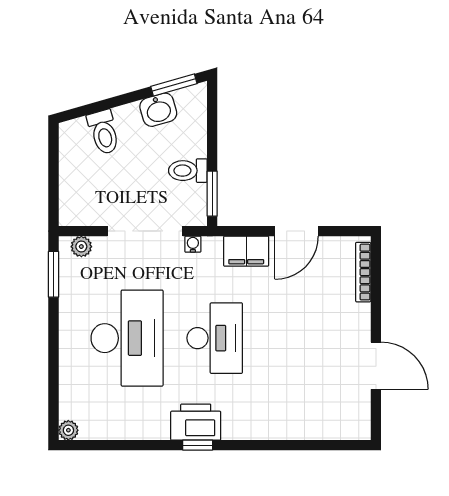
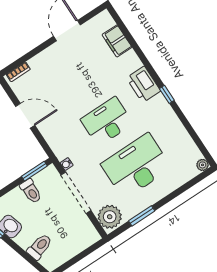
plant: (81, 247) -> (110, 217), width x1.87, depth x1.87
filing cabinet: (246, 251) -> (117, 41), moved, turned 180
bookcase: (363, 272) -> (18, 72), width x0.64
window: (54, 274) -> (142, 216), moved
printer: (196, 422) -> (144, 84), moved

